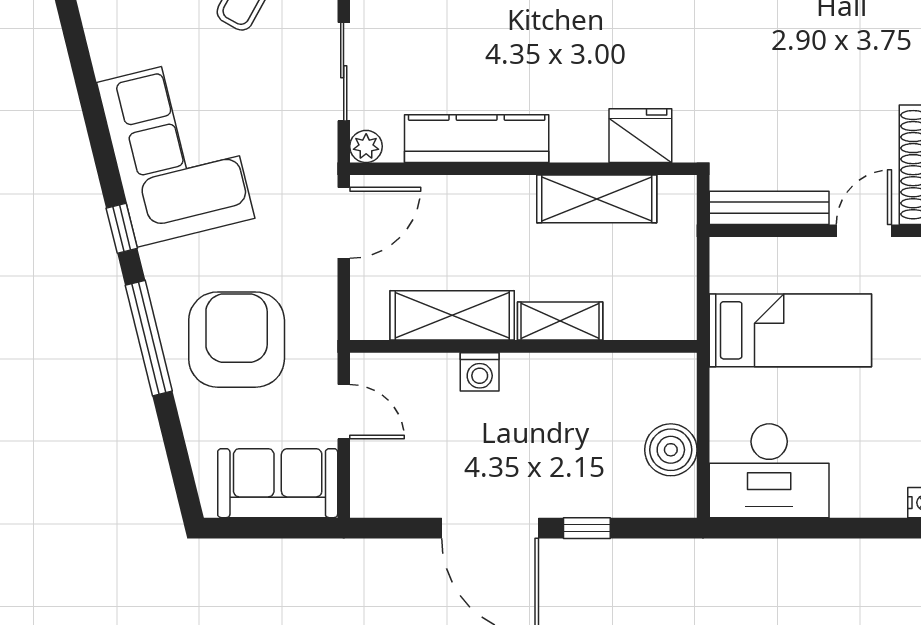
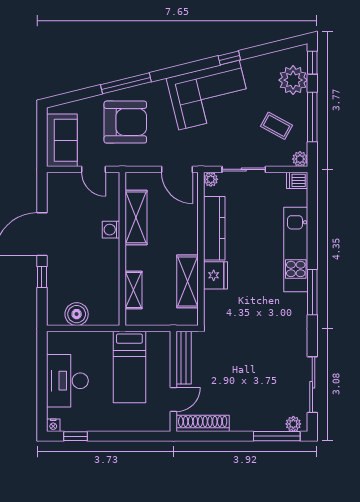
fridge: (640, 136) -> (216, 275), moved
window: (122, 228) -> (229, 58), moved
door: (864, 231) -> (173, 399), hinge flipped
shelving: (560, 321) -> (134, 290), moved
door: (344, 412) -> (93, 169), hinge flipped
desk: (769, 471) -> (67, 381), moved

